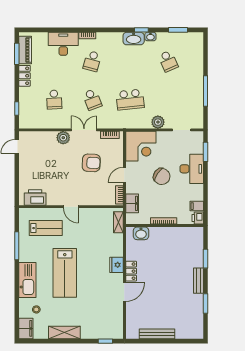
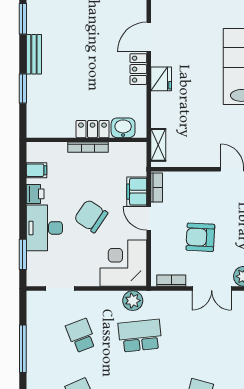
school desk: (92, 100) -> (81, 336), moved
plant: (158, 122) -> (133, 301), moved
door: (124, 175) -> (149, 219), swing flipped
filing cabinet: (132, 203) -> (137, 192), moved
printer: (198, 218) -> (35, 194), moved
locker: (161, 233) -> (93, 129), added

